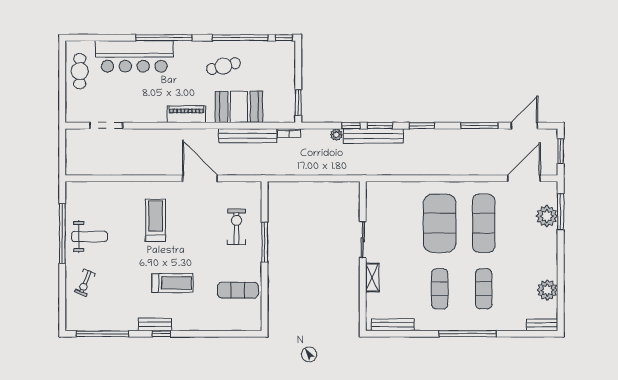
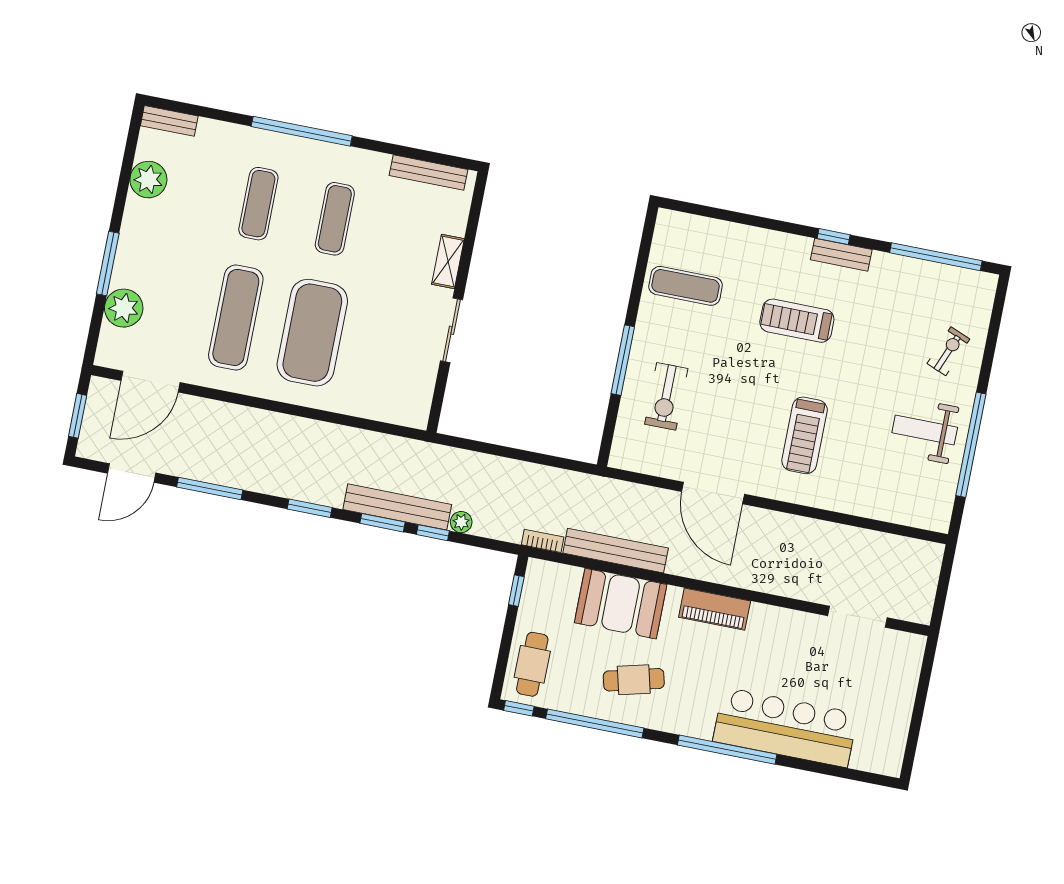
cafe table: (80, 71) -> (532, 664), moved
window: (298, 103) -> (516, 591), width x0.67
window: (561, 211) -> (108, 264), moved

